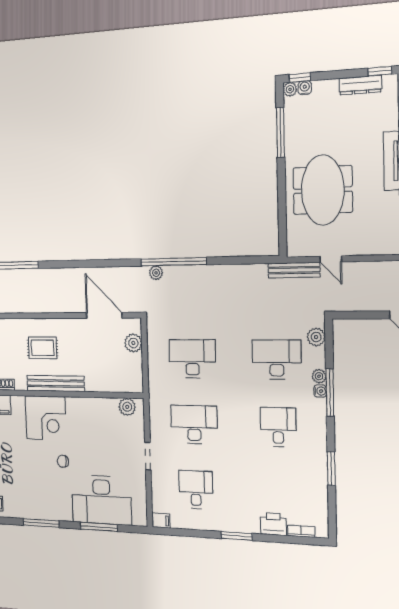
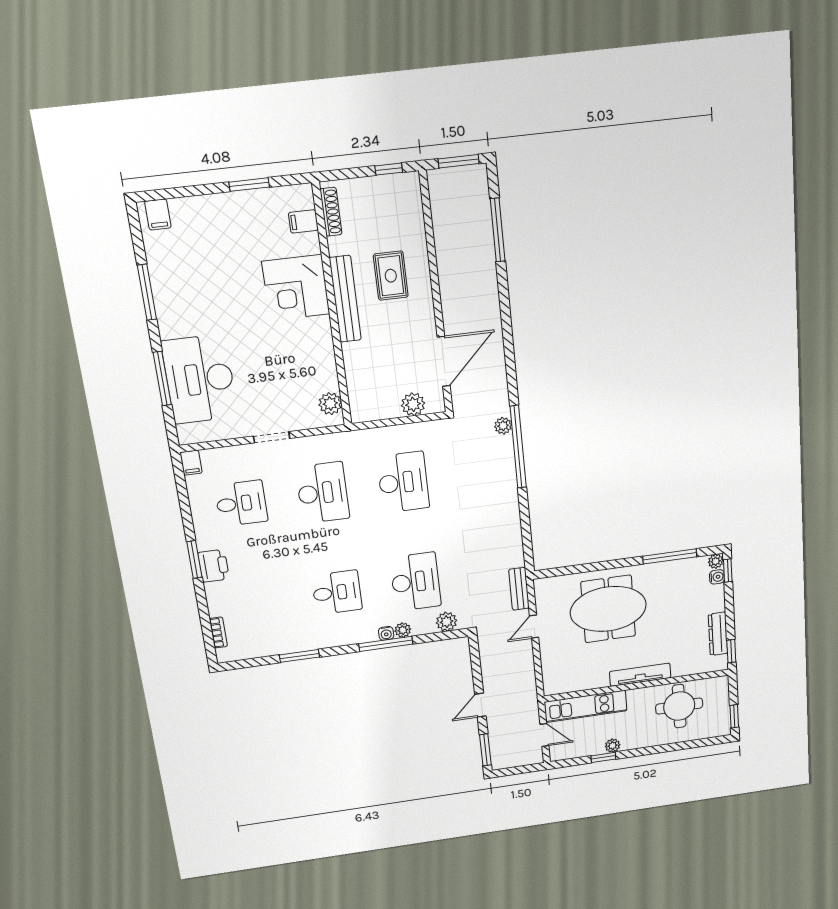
bench: (294, 270) -> (519, 589), width x0.73
chair: (63, 461) -> (241, 318), removed
printer: (273, 524) -> (214, 566), moved

